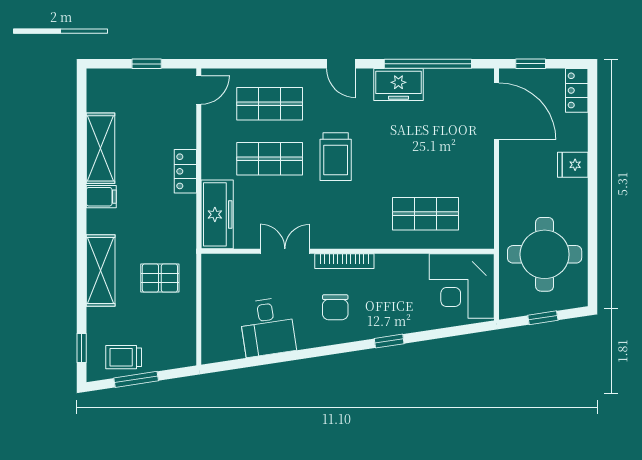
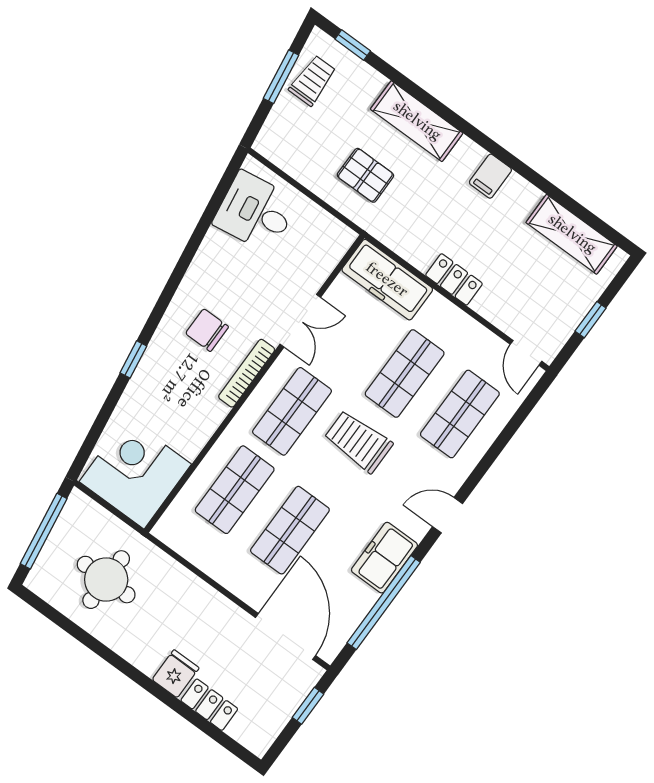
locker: (577, 90) -> (209, 705), moved
door: (496, 111) -> (285, 636), swing flipped
shelving: (100, 148) -> (572, 234), moved
shop shelf: (425, 159) -> (290, 530), added
shop shelf: (348, 214) -> (292, 411), added
round table: (545, 254) -> (106, 580), width x0.73, depth x0.73
pallet: (160, 278) -> (365, 175), turned 90
window: (543, 318) -> (44, 531), width x2.17
desk: (268, 327) -> (256, 212), moved

